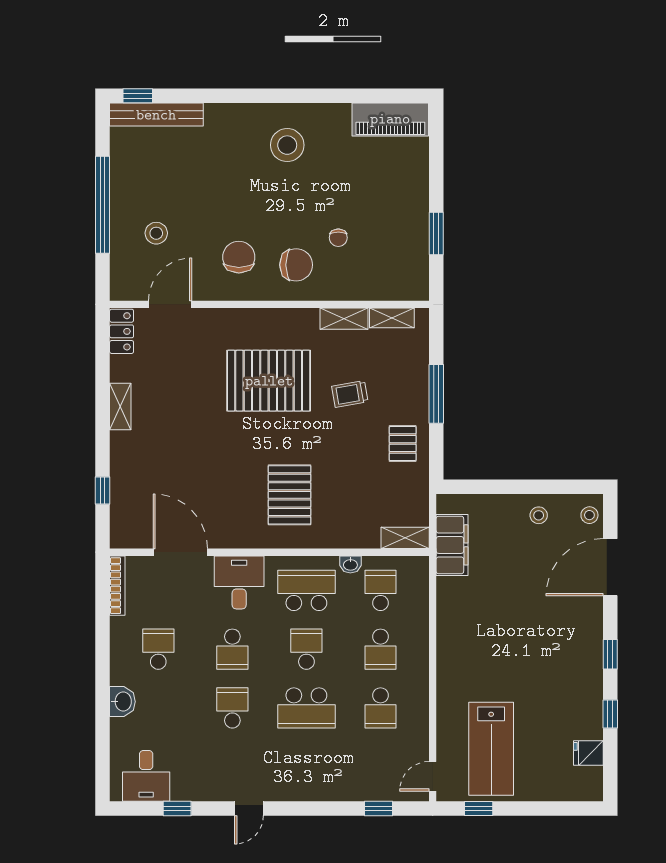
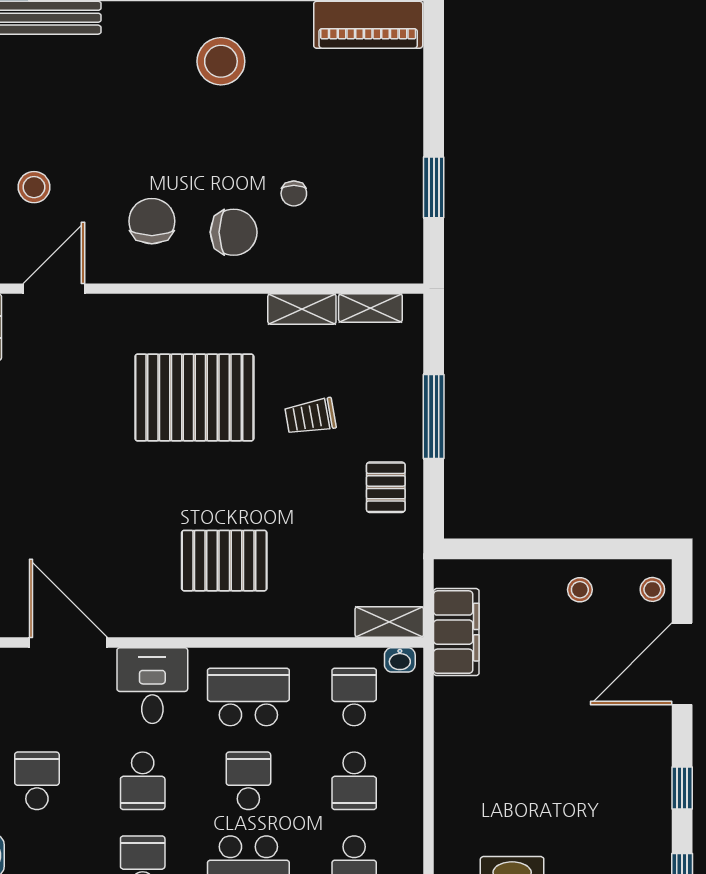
pallet: (290, 495) -> (224, 561), turned 90
washbasin: (350, 564) -> (400, 660), moved

